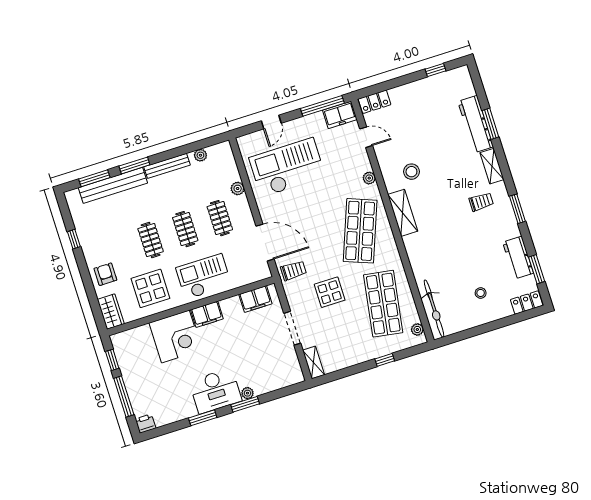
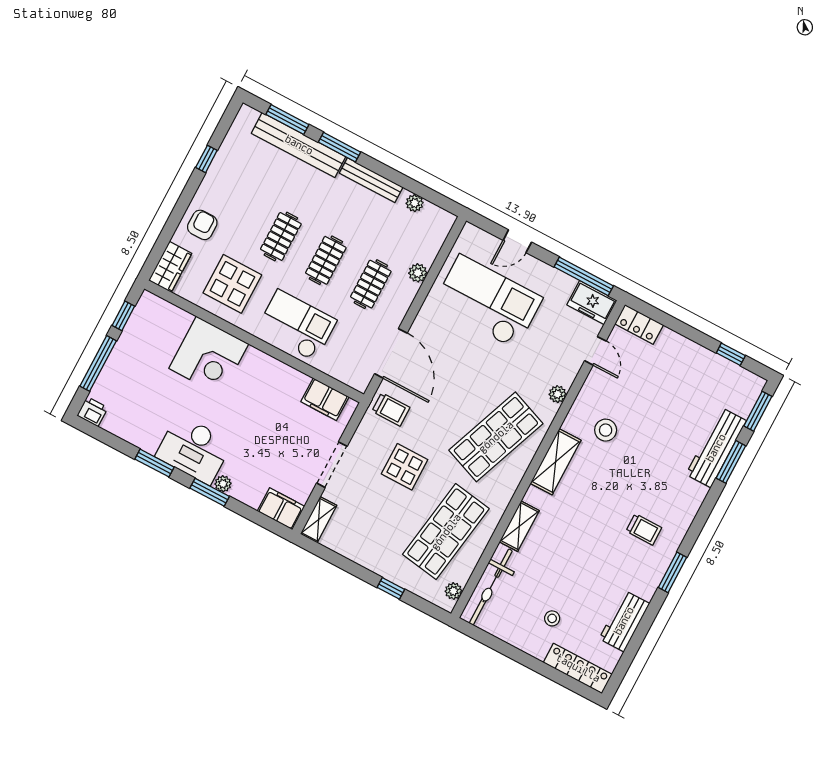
shelving: (492, 166) -> (519, 526), moved
window: (537, 269) -> (758, 411), moved
locker: (527, 303) -> (578, 668), width x1.53
filing cabinet: (207, 314) -> (281, 509), moved, turned 180

